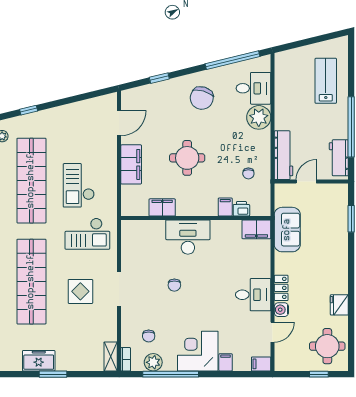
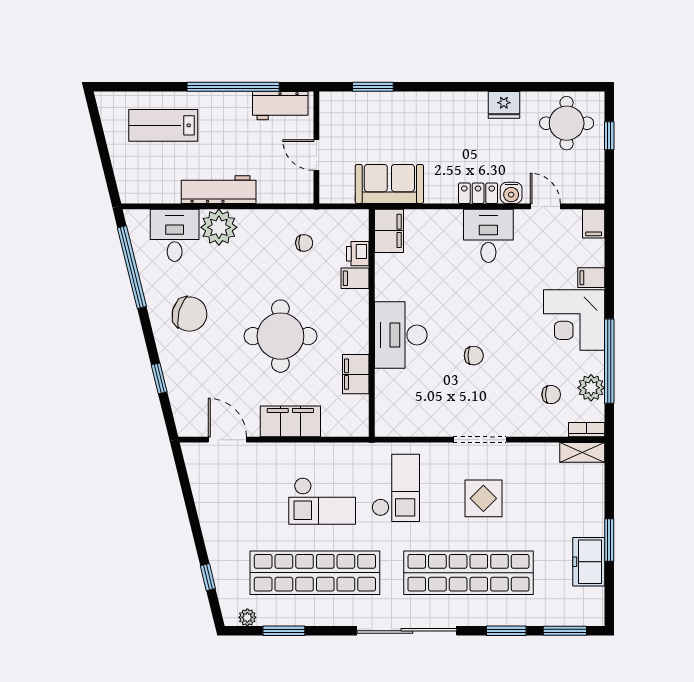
workbench: (284, 155) -> (219, 190), moved
round table: (187, 158) -> (280, 336), width x1.36, depth x1.36

